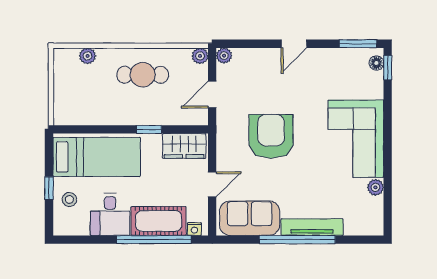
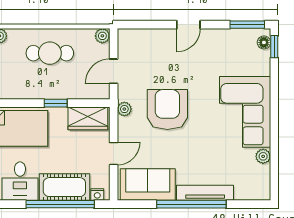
plant: (224, 56) -> (124, 109), moved

